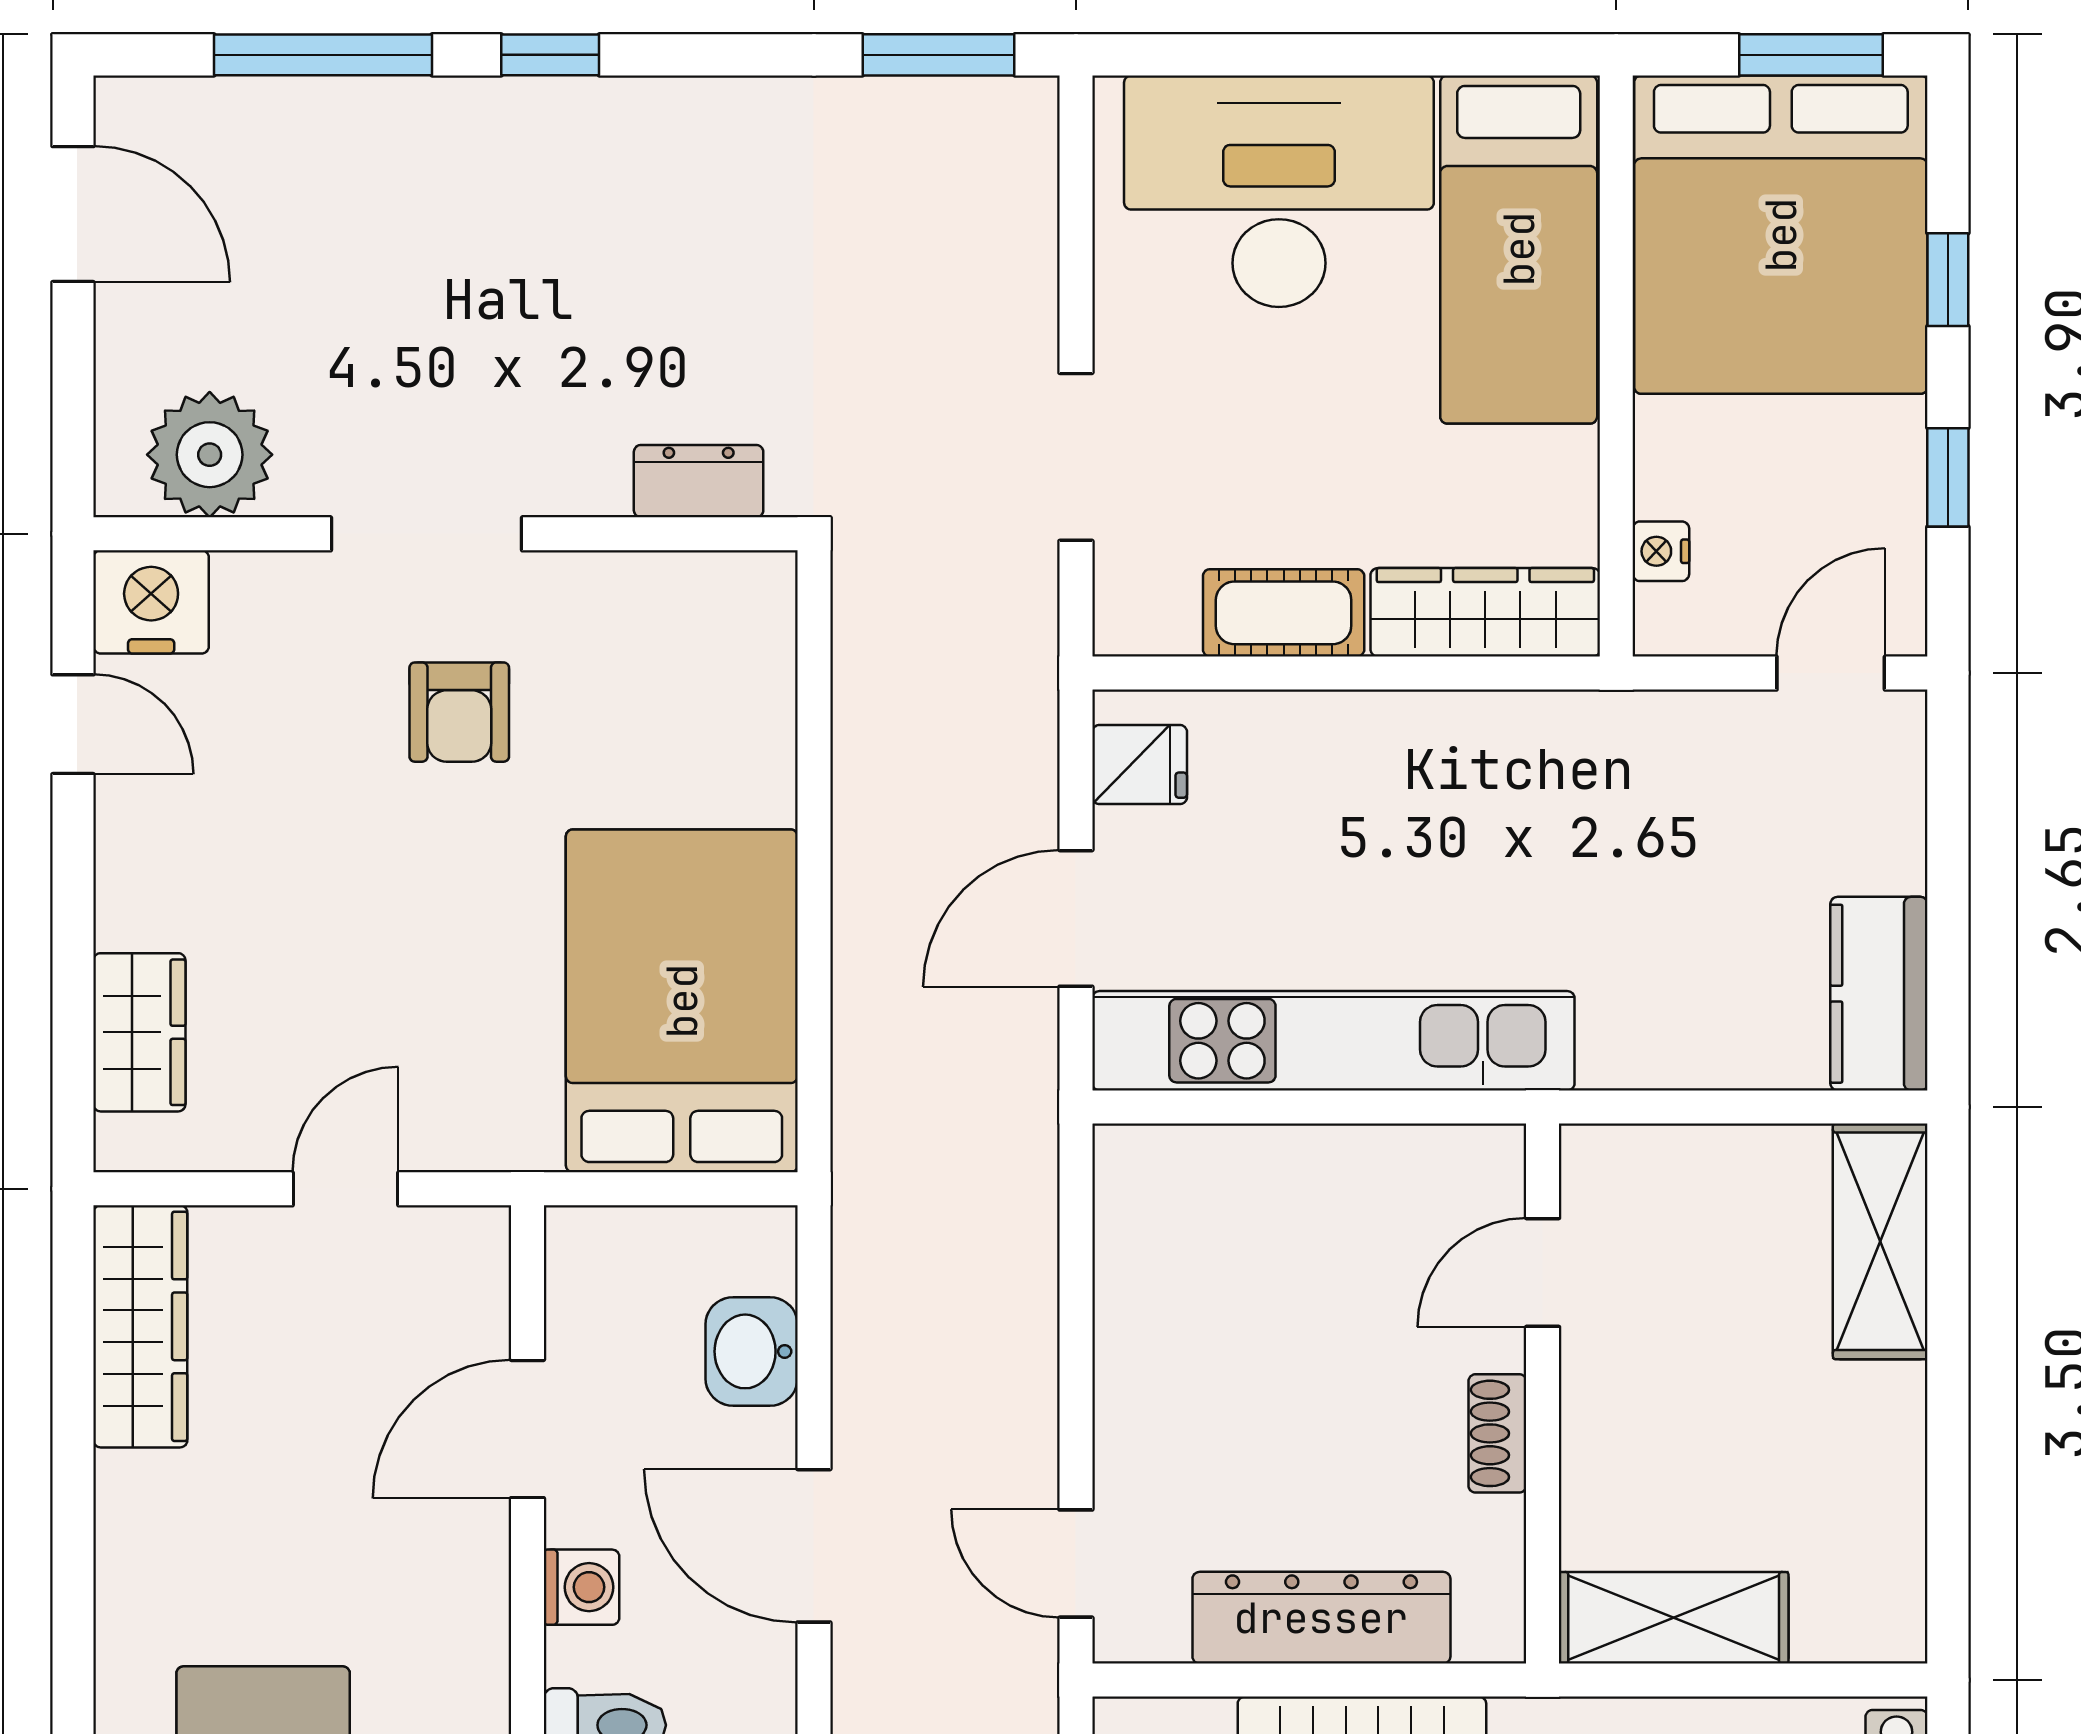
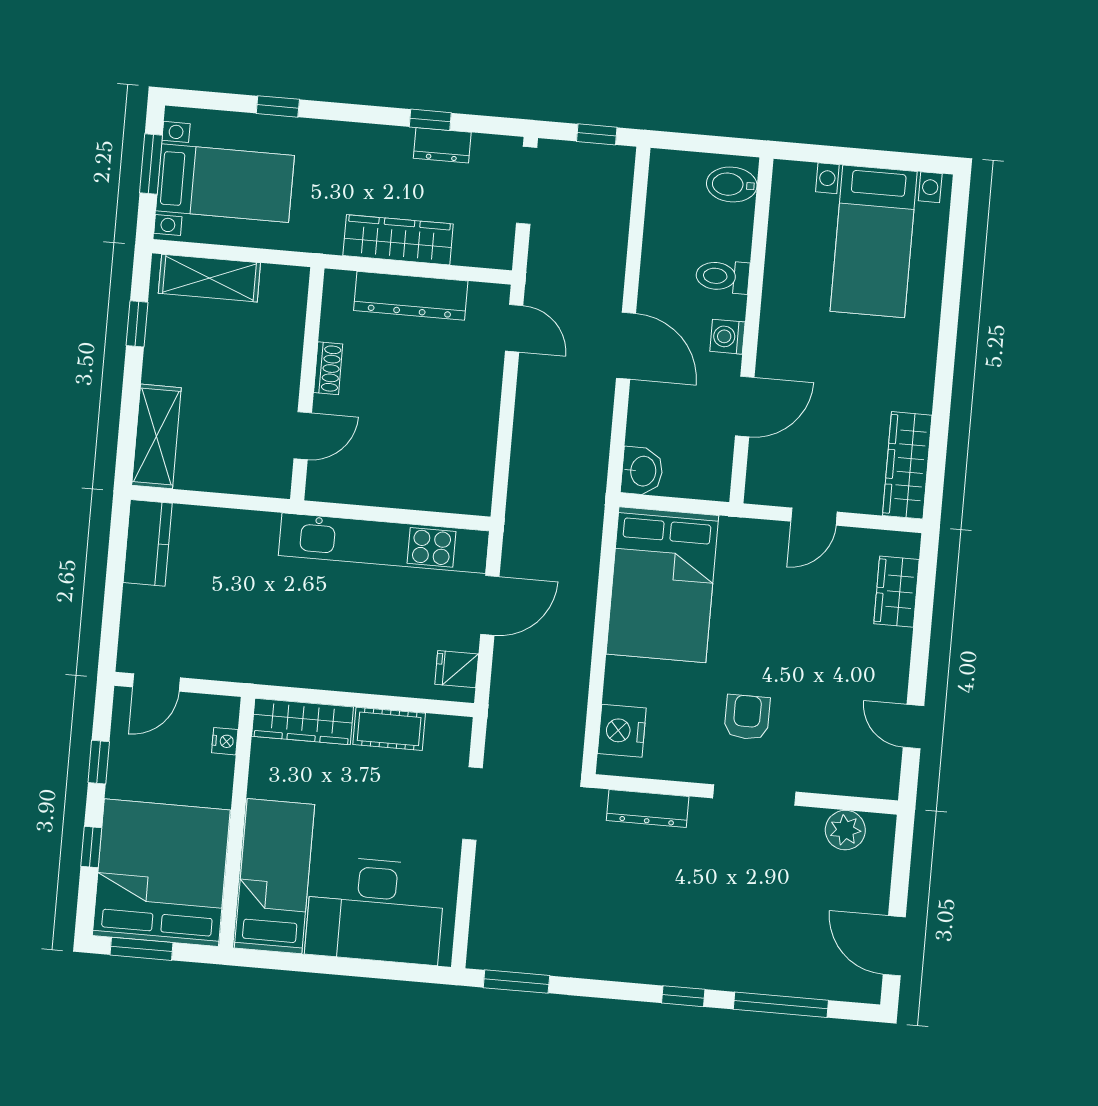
plant: (210, 455) -> (845, 830), width x0.73, depth x0.73
dresser: (699, 481) -> (648, 809), width x1.44
nightstand: (151, 602) -> (622, 731), moved, turned 90
washbasin: (752, 1351) -> (642, 471), moved
window: (1948, 1497) -> (137, 324), added
shelving: (1674, 1618) -> (209, 278), moved

